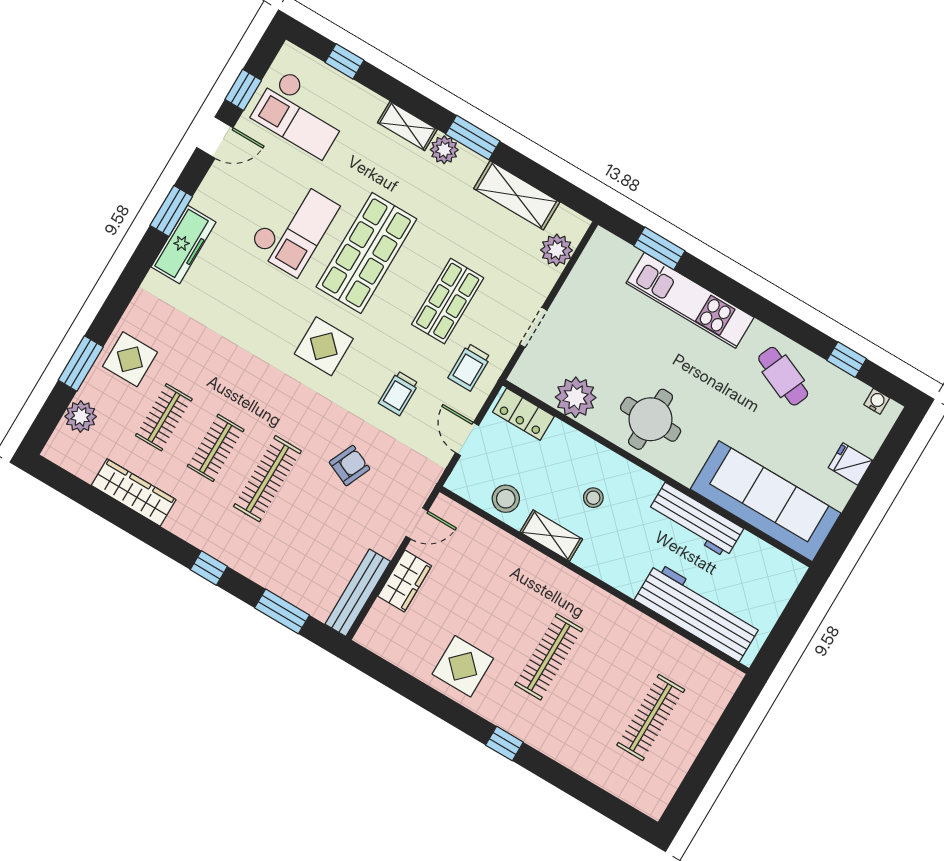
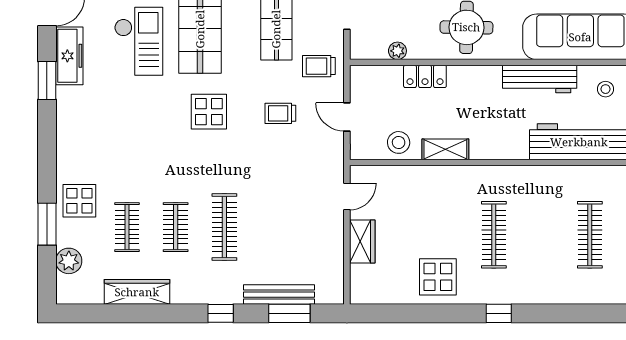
freezer: (184, 245) -> (69, 56), moved
trolley: (469, 367) -> (319, 66), turned 90
trolley: (399, 393) -> (280, 113), turned 90
plant: (576, 397) -> (397, 51), width x0.53, depth x0.53
locker: (523, 414) -> (425, 76), moved
armchair: (350, 465) -> (276, 184), removed
stool: (593, 498) -> (606, 89), moved
bench: (358, 593) -> (279, 295), moved, turned 90

